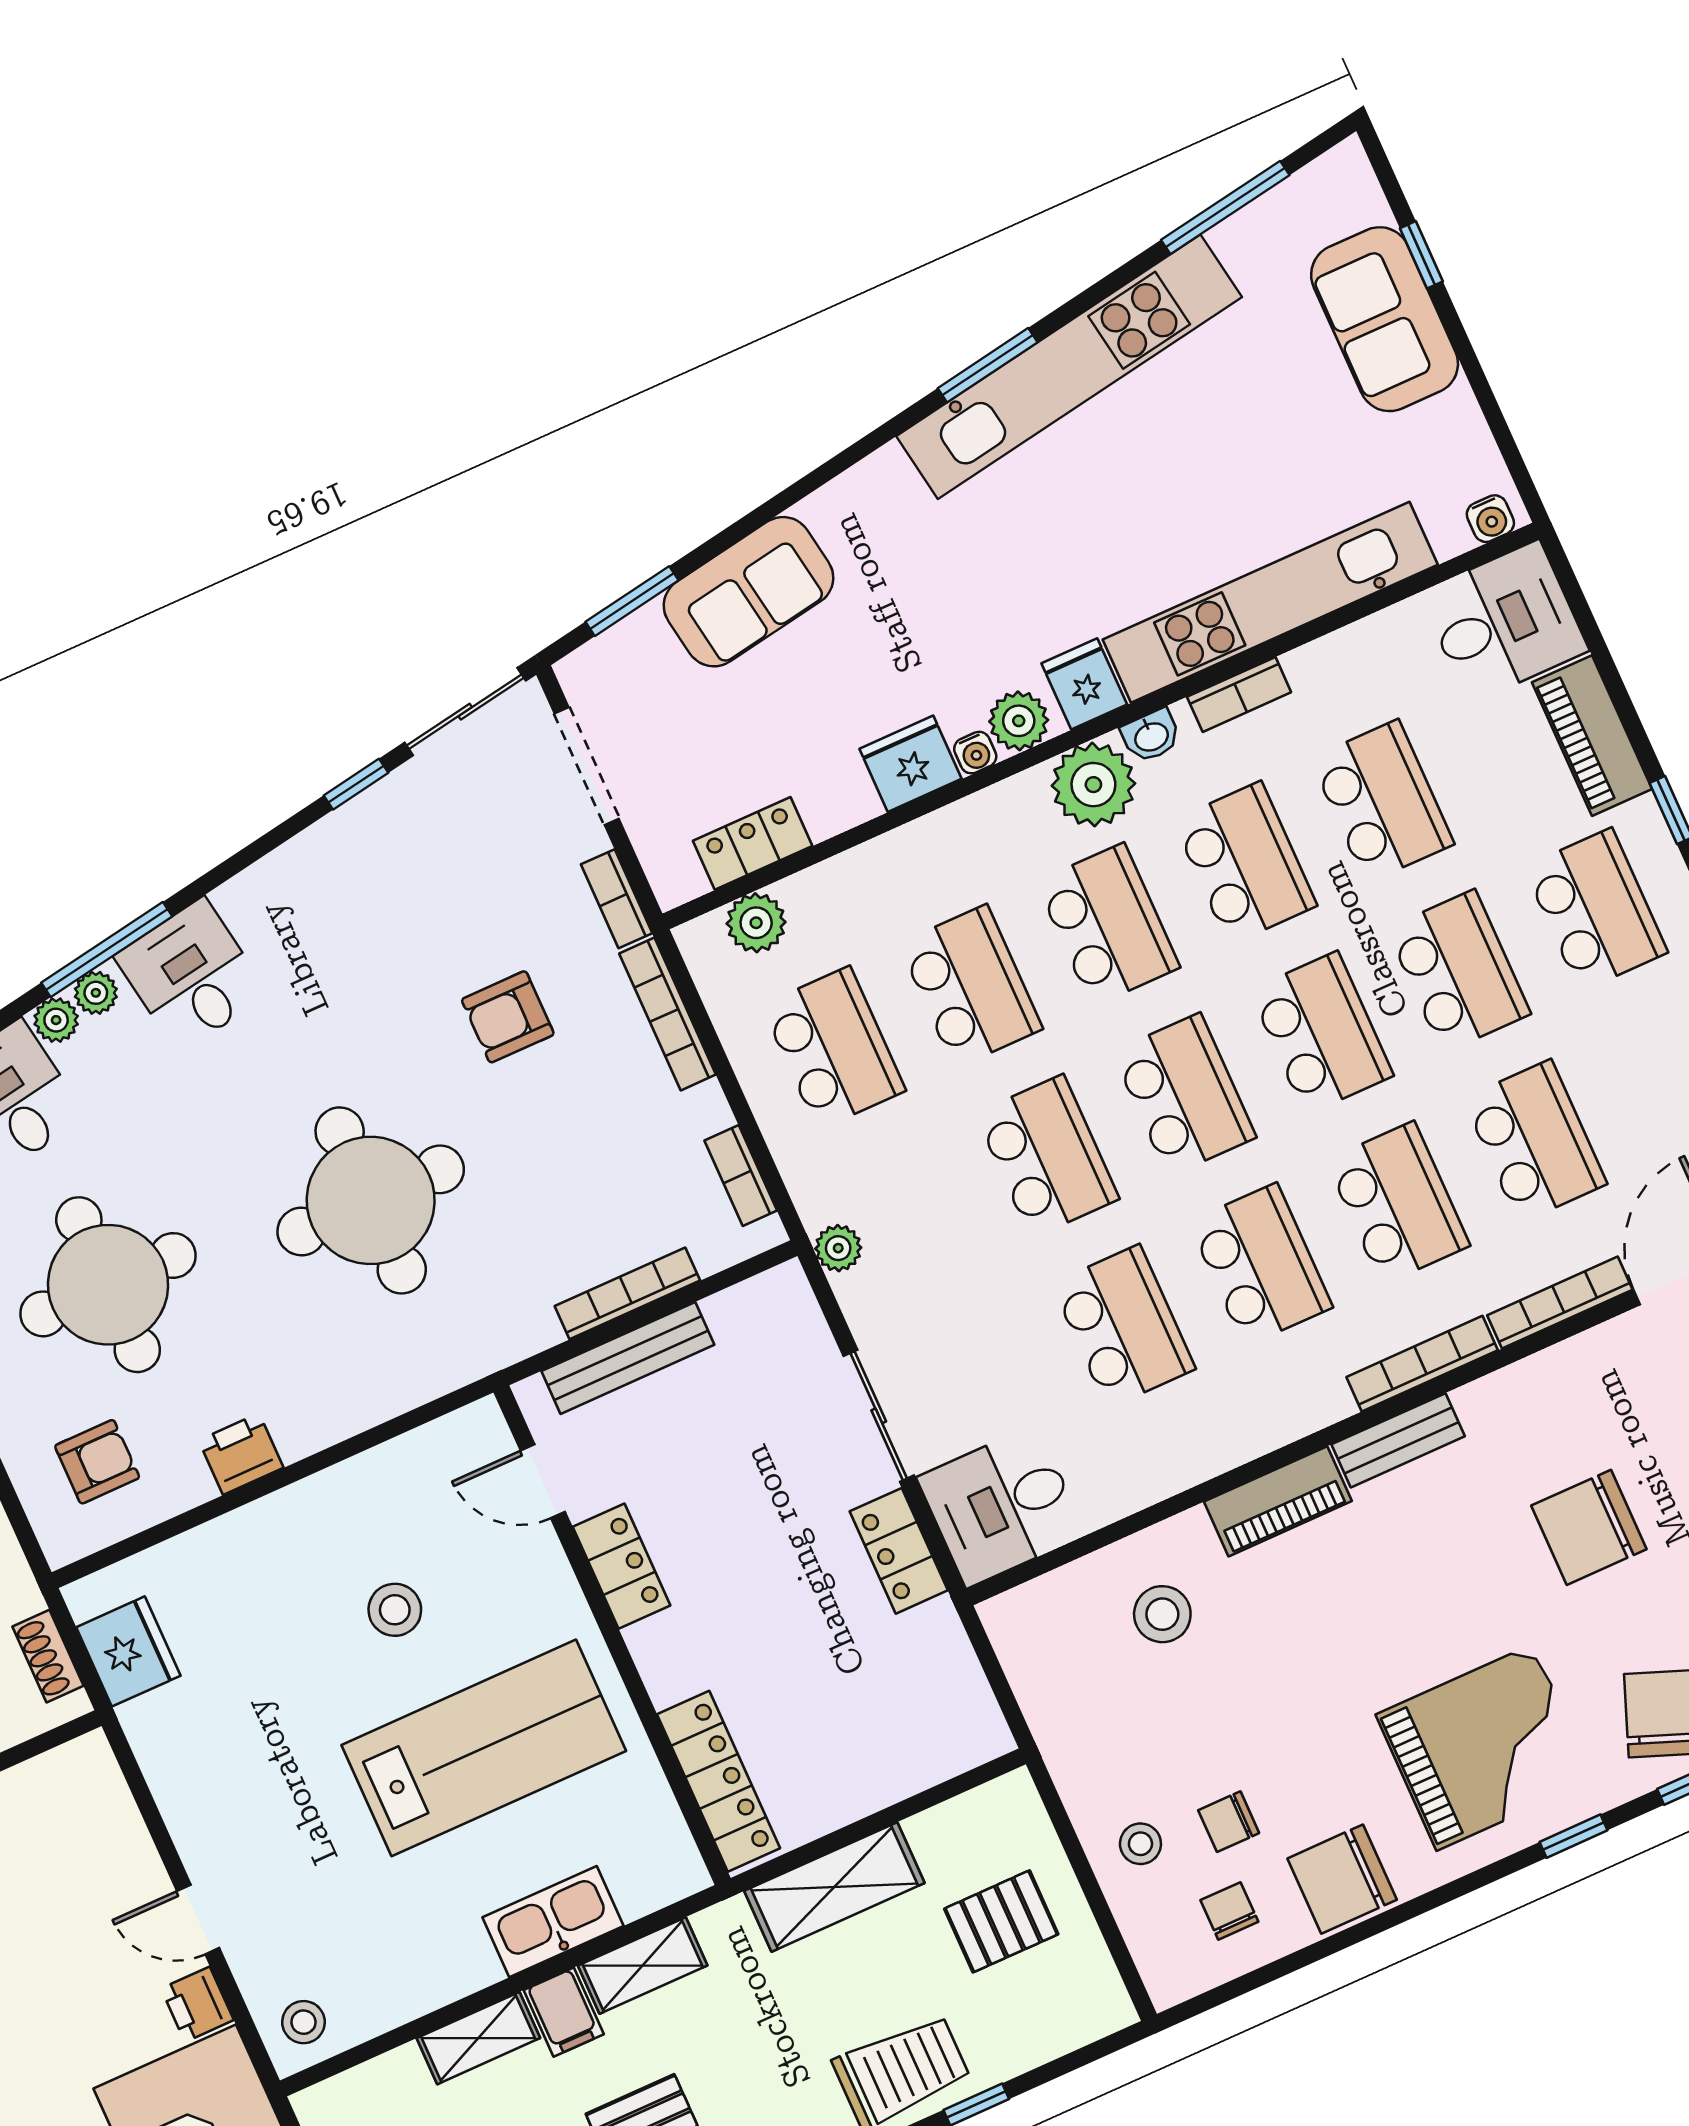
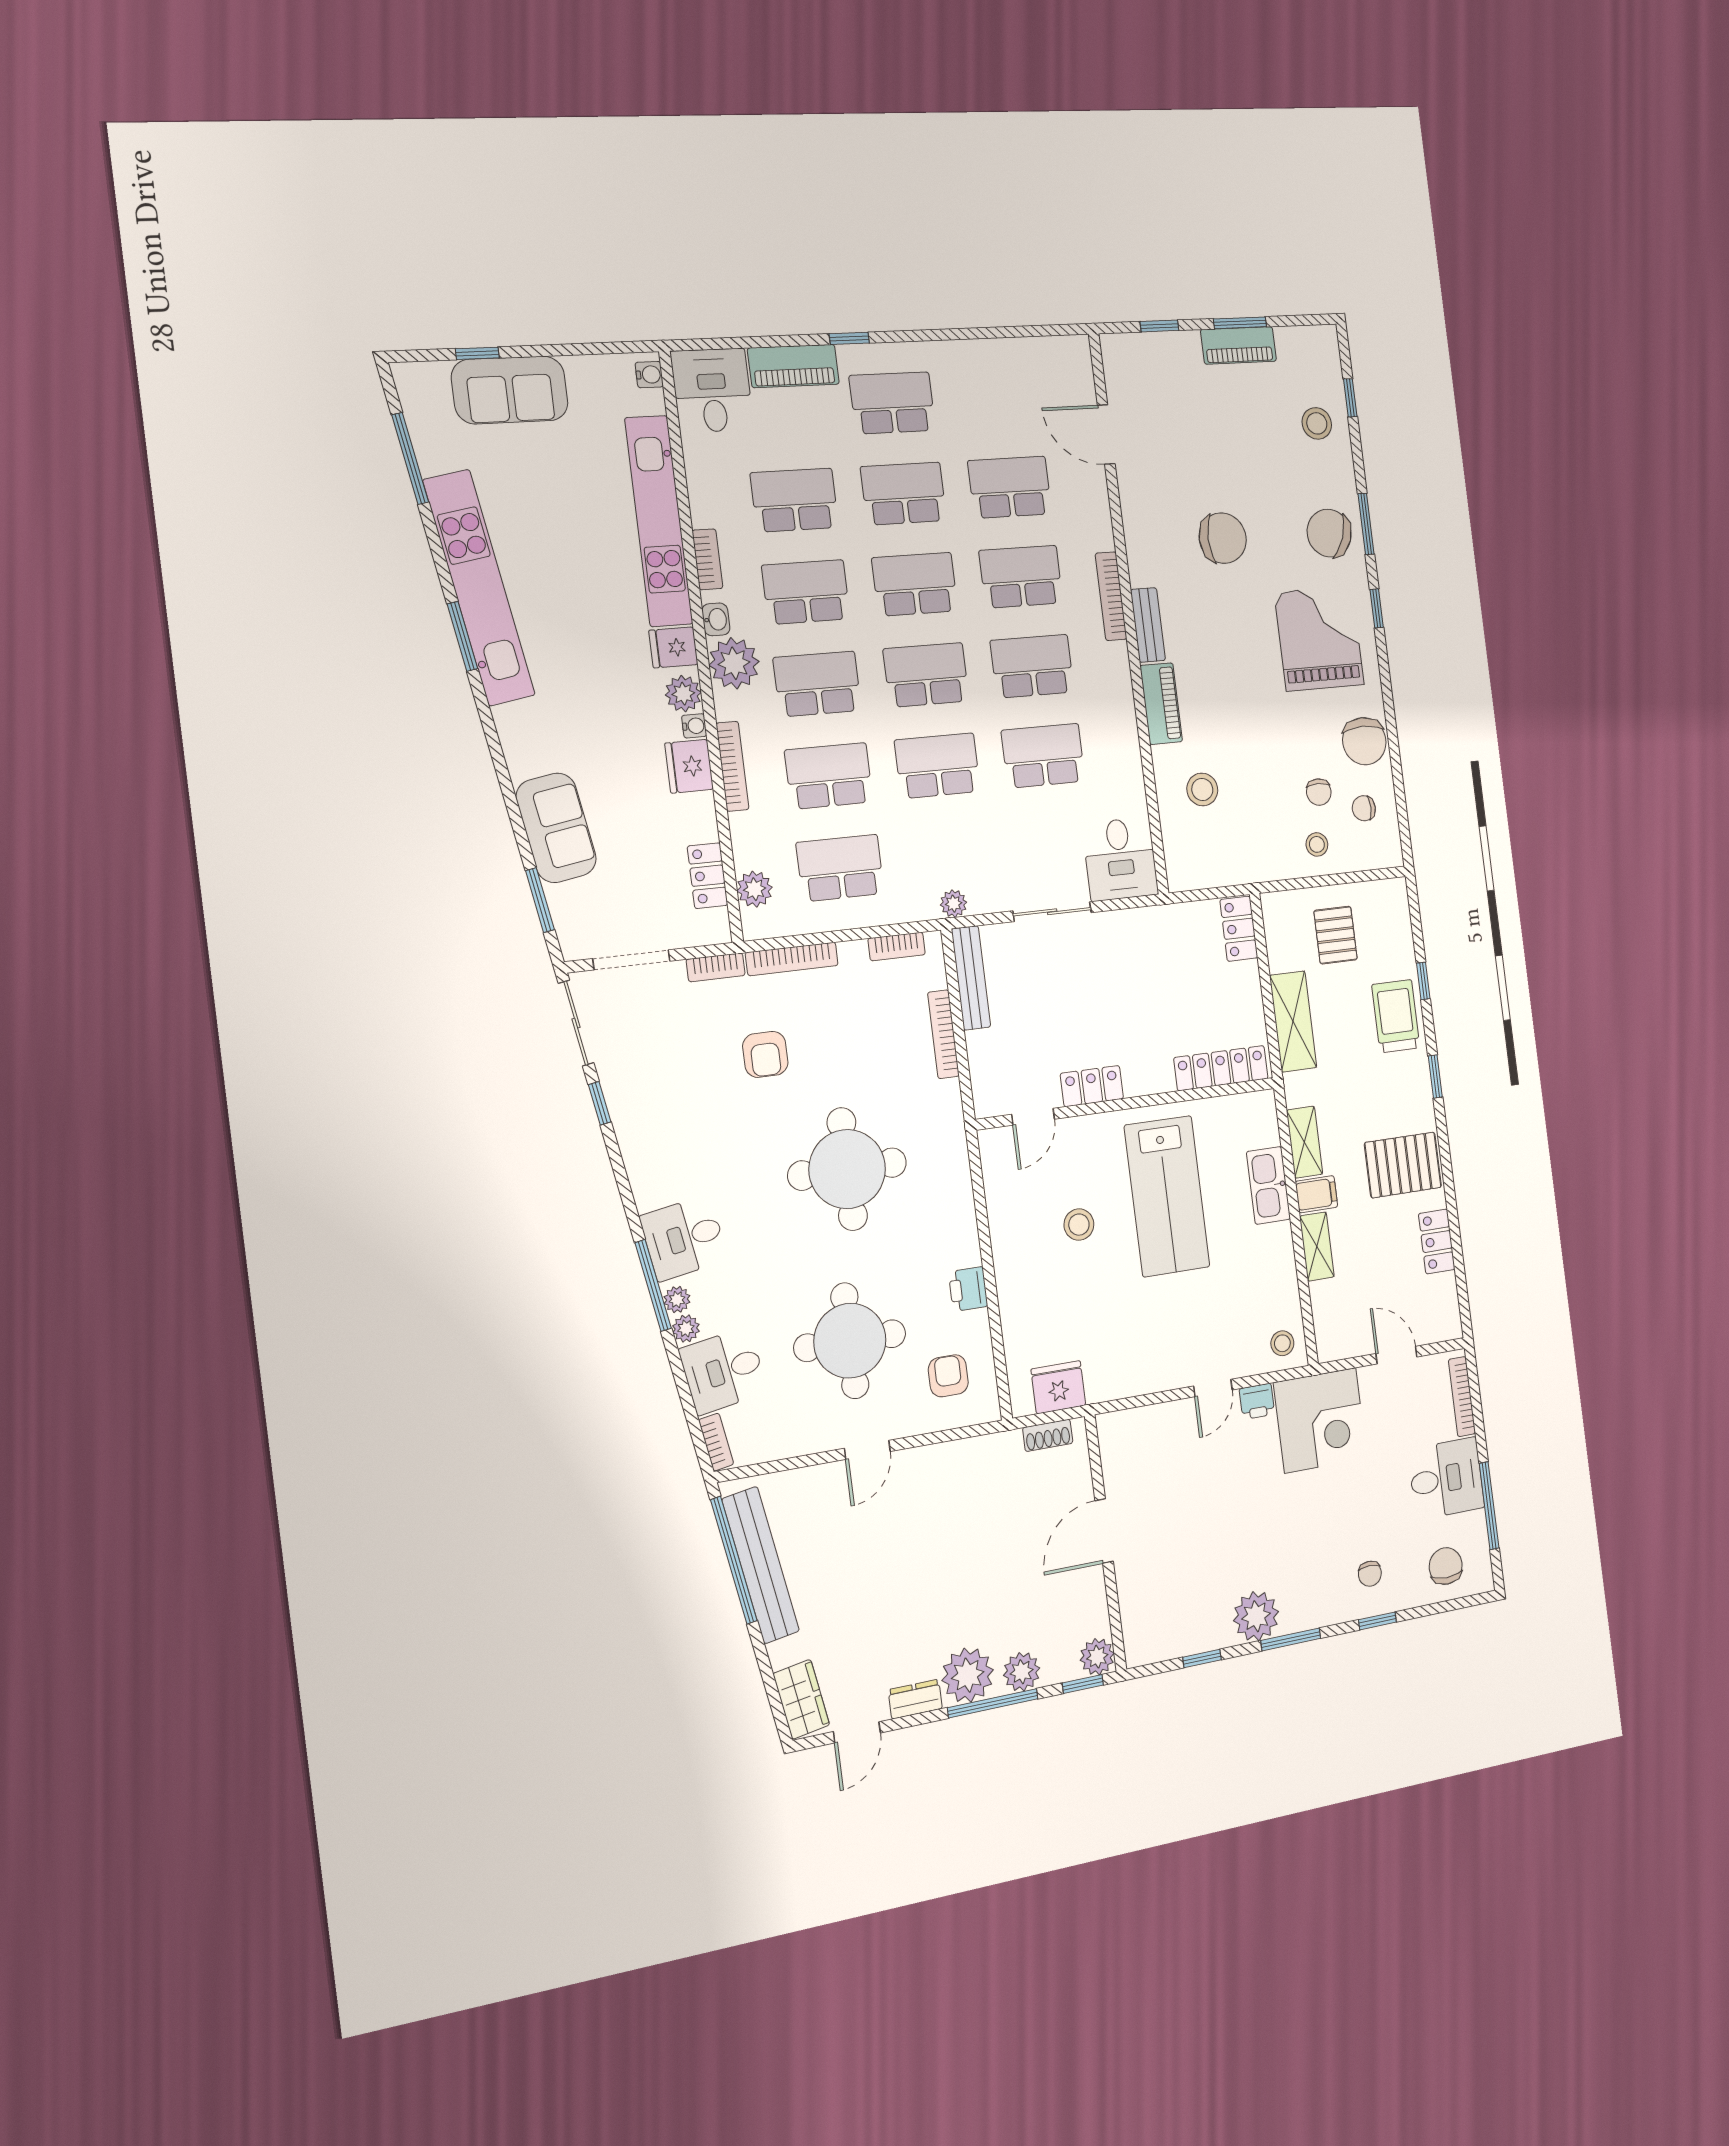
bookcase: (1560, 1303) -> (732, 766), moved, turned 180
bench: (628, 1358) -> (971, 978), moved
chair: (1589, 1527) -> (1223, 538), turned -90
locker: (899, 1551) -> (1239, 929), moved, turned 90
lab bench: (484, 1748) -> (1167, 1196), turned 180

